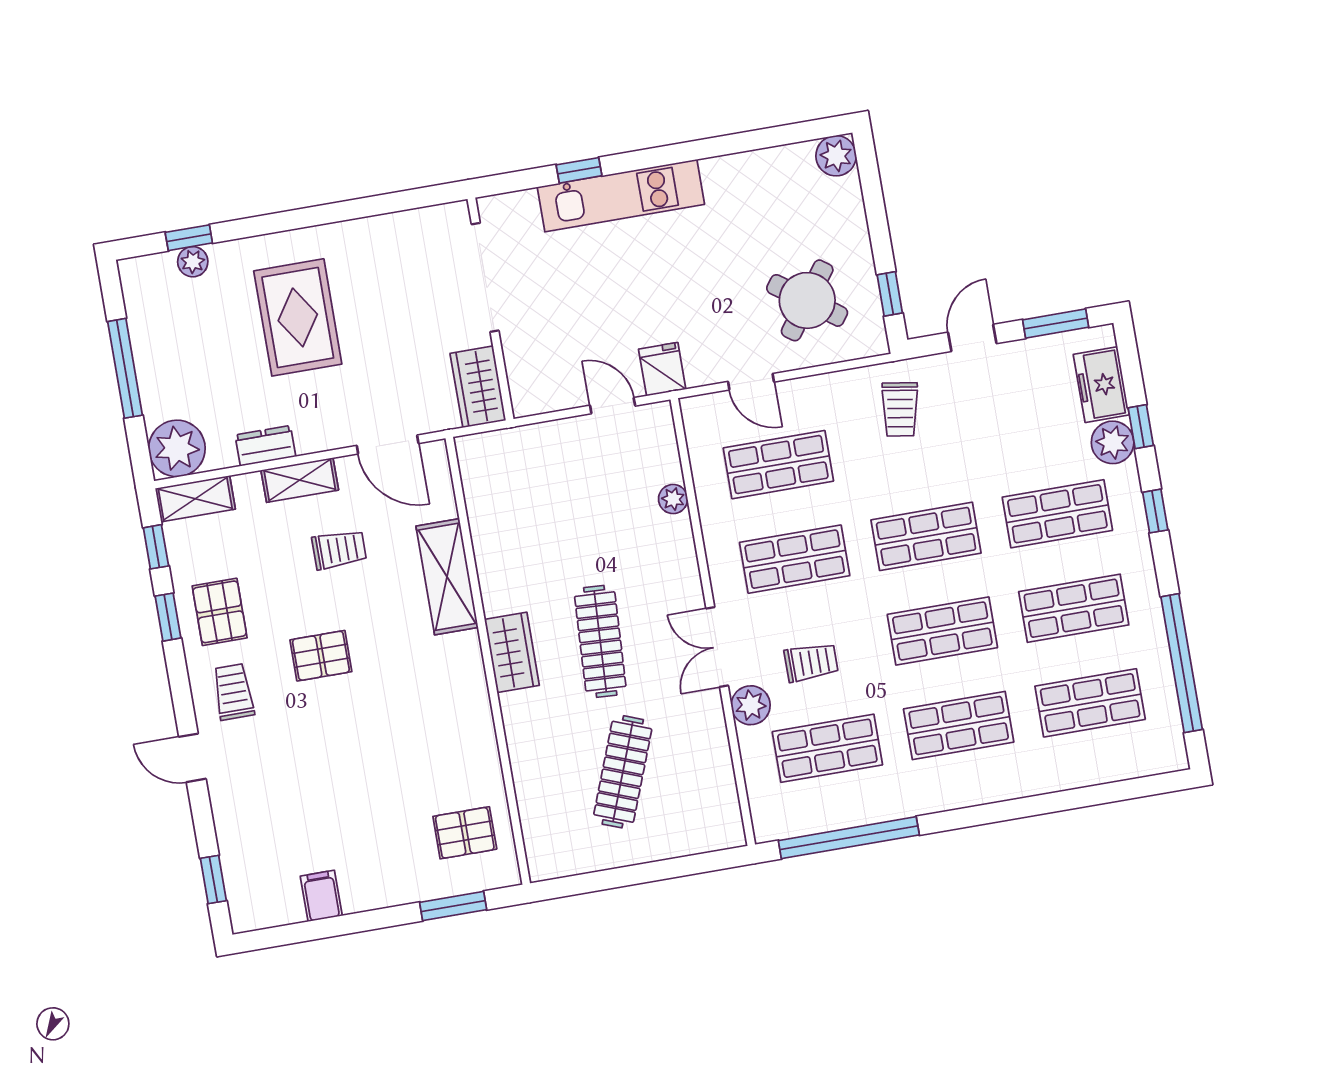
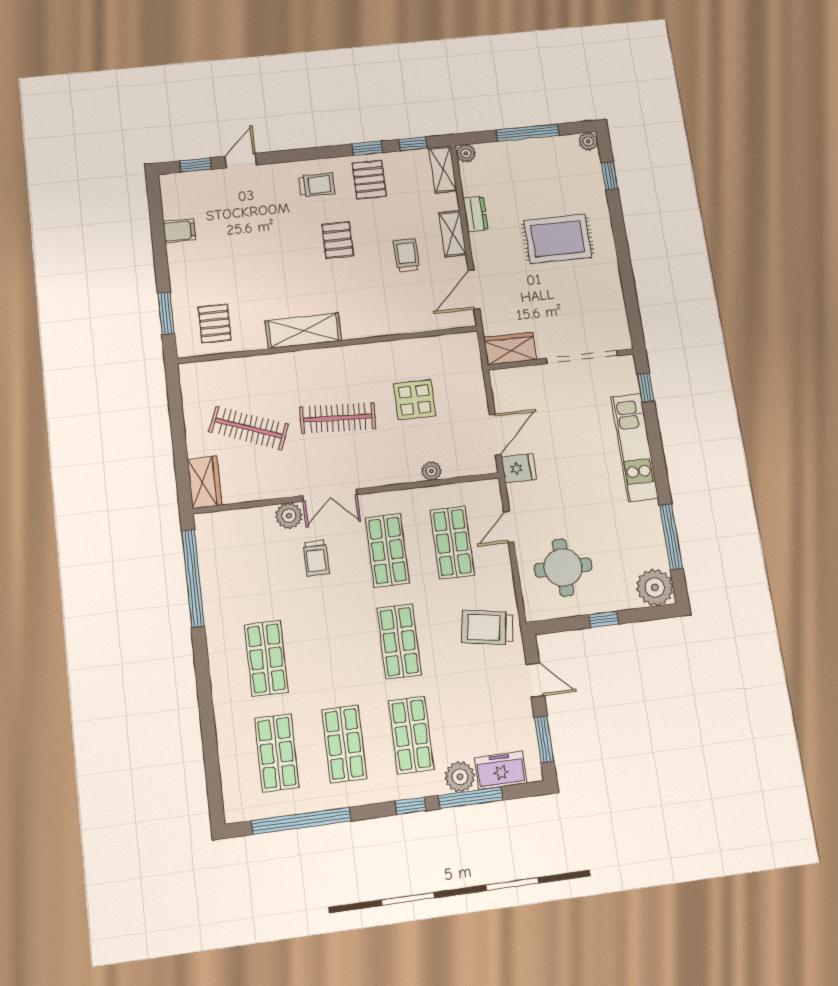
window: (754, 140) -> (671, 537), added
plant: (836, 156) -> (655, 587), width x1.36, depth x1.36
window: (579, 170) -> (646, 388), moved
plant: (193, 262) -> (588, 141), moved
window: (890, 294) -> (604, 619), moved
round table: (807, 300) -> (563, 567), turned -36
door: (613, 406) -> (495, 434), width x1.38
trolley: (900, 409) -> (487, 627), width x1.36, depth x1.39
window: (1141, 427) -> (470, 798), width x2.17
plant: (177, 448) -> (466, 153), width x0.53, depth x0.53
display table: (566, 528) -> (415, 400), added
trolley: (339, 550) -> (406, 255), turned 180
shelving: (447, 577) -> (303, 331), moved
pallet: (220, 612) -> (369, 180), turned 90
shop shelf: (942, 631) -> (333, 650), removed
double door: (717, 647) -> (330, 495), swing flipped
wardrobe: (512, 652) -> (205, 482), moved, turned -90
shop shelf: (827, 748) -> (256, 566), removed
door: (192, 758) -> (241, 161), moved

